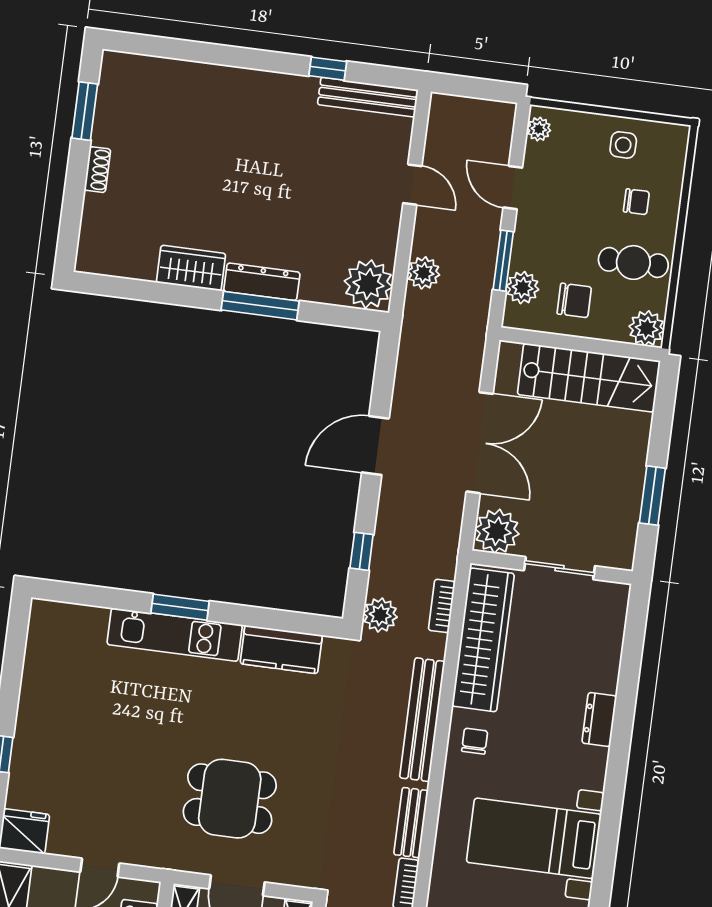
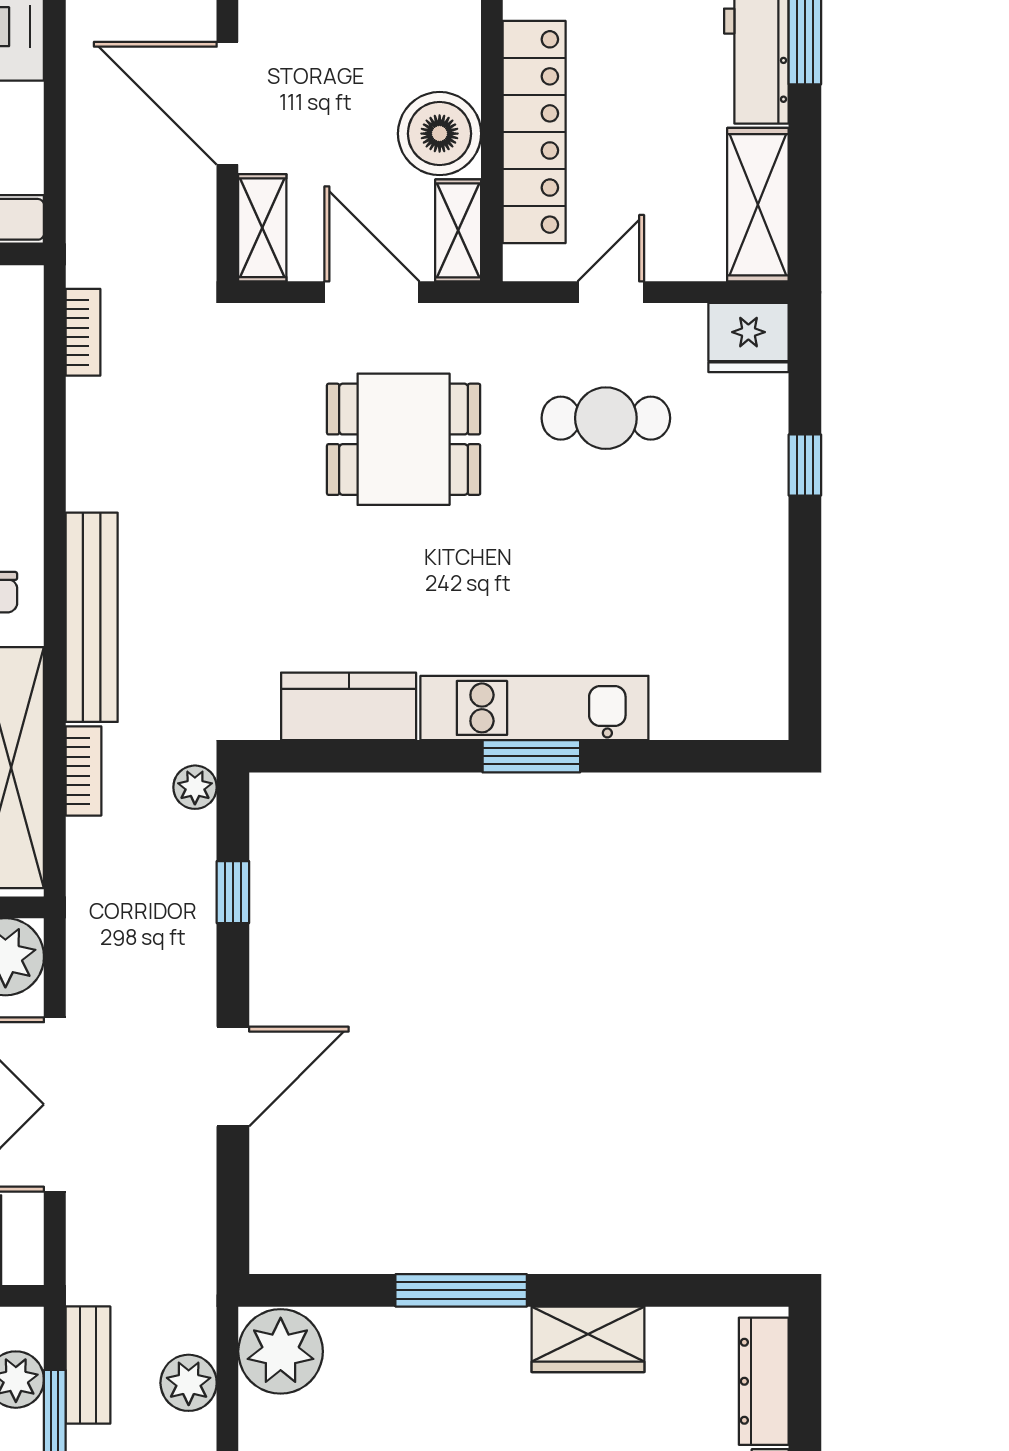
dresser: (262, 282) -> (764, 1381), moved, turned 90
bookcase: (442, 606) -> (83, 771), moved
plant: (380, 615) -> (195, 787), width x0.73, depth x0.73
cafe table: (112, 796) -> (606, 418), added
bench: (411, 823) -> (88, 1365), moved

